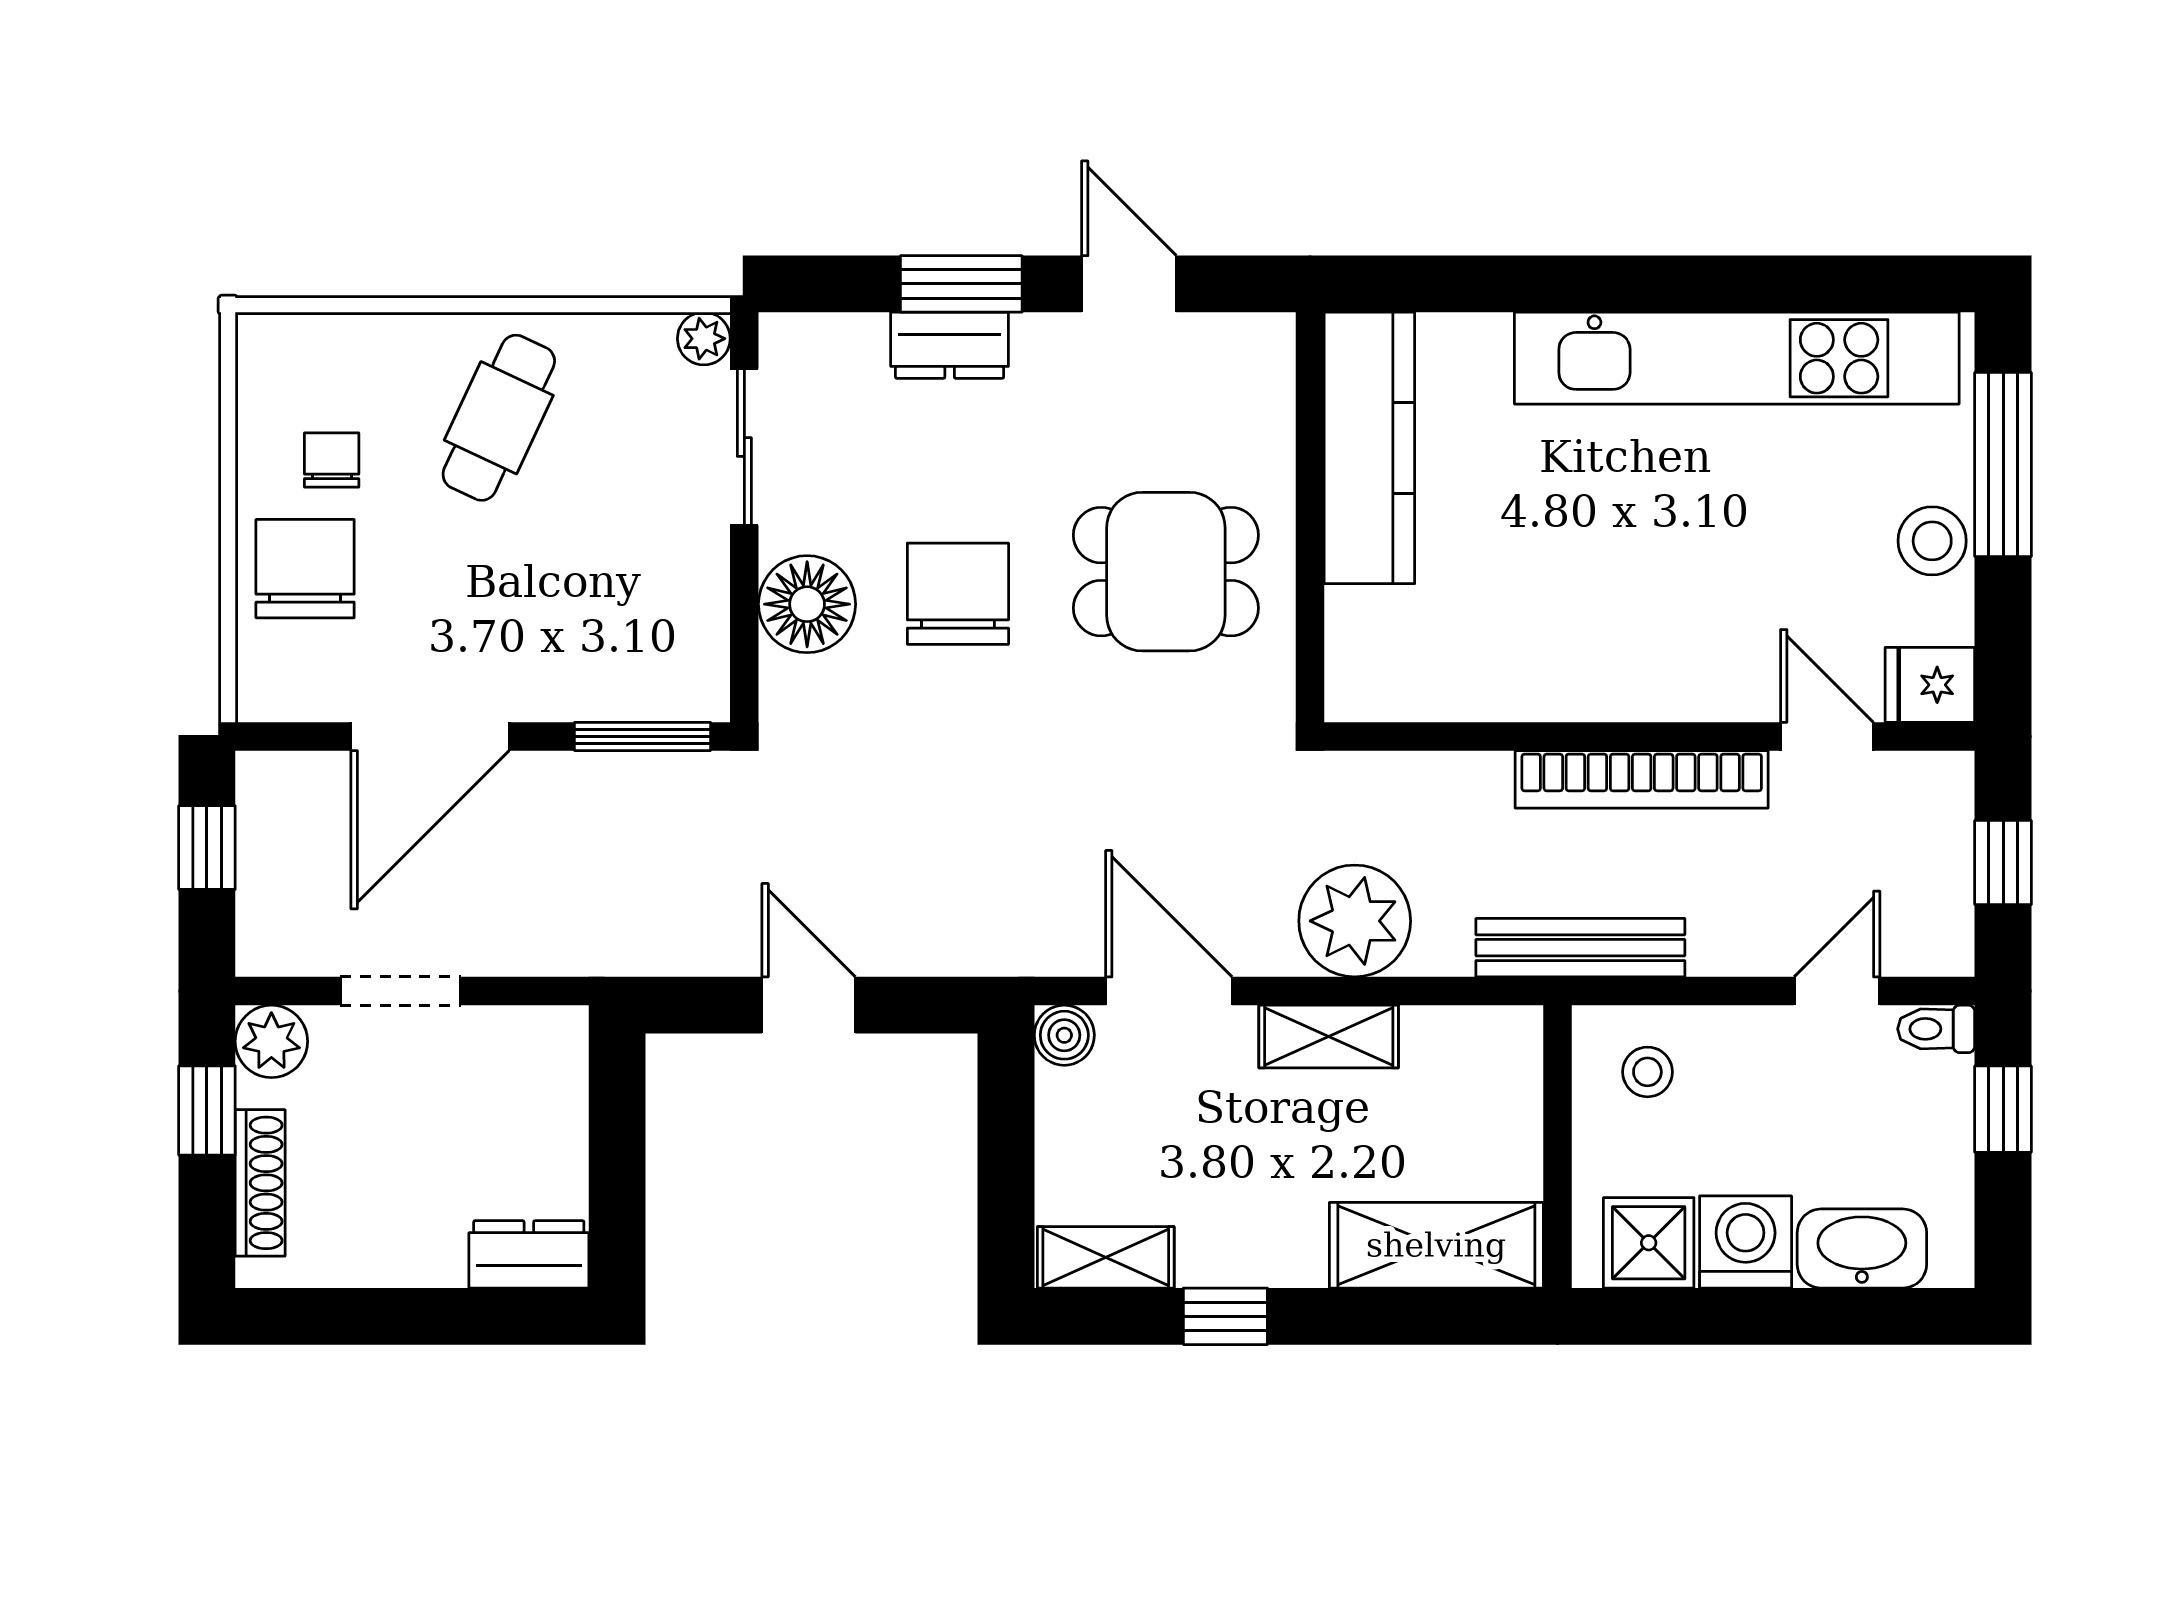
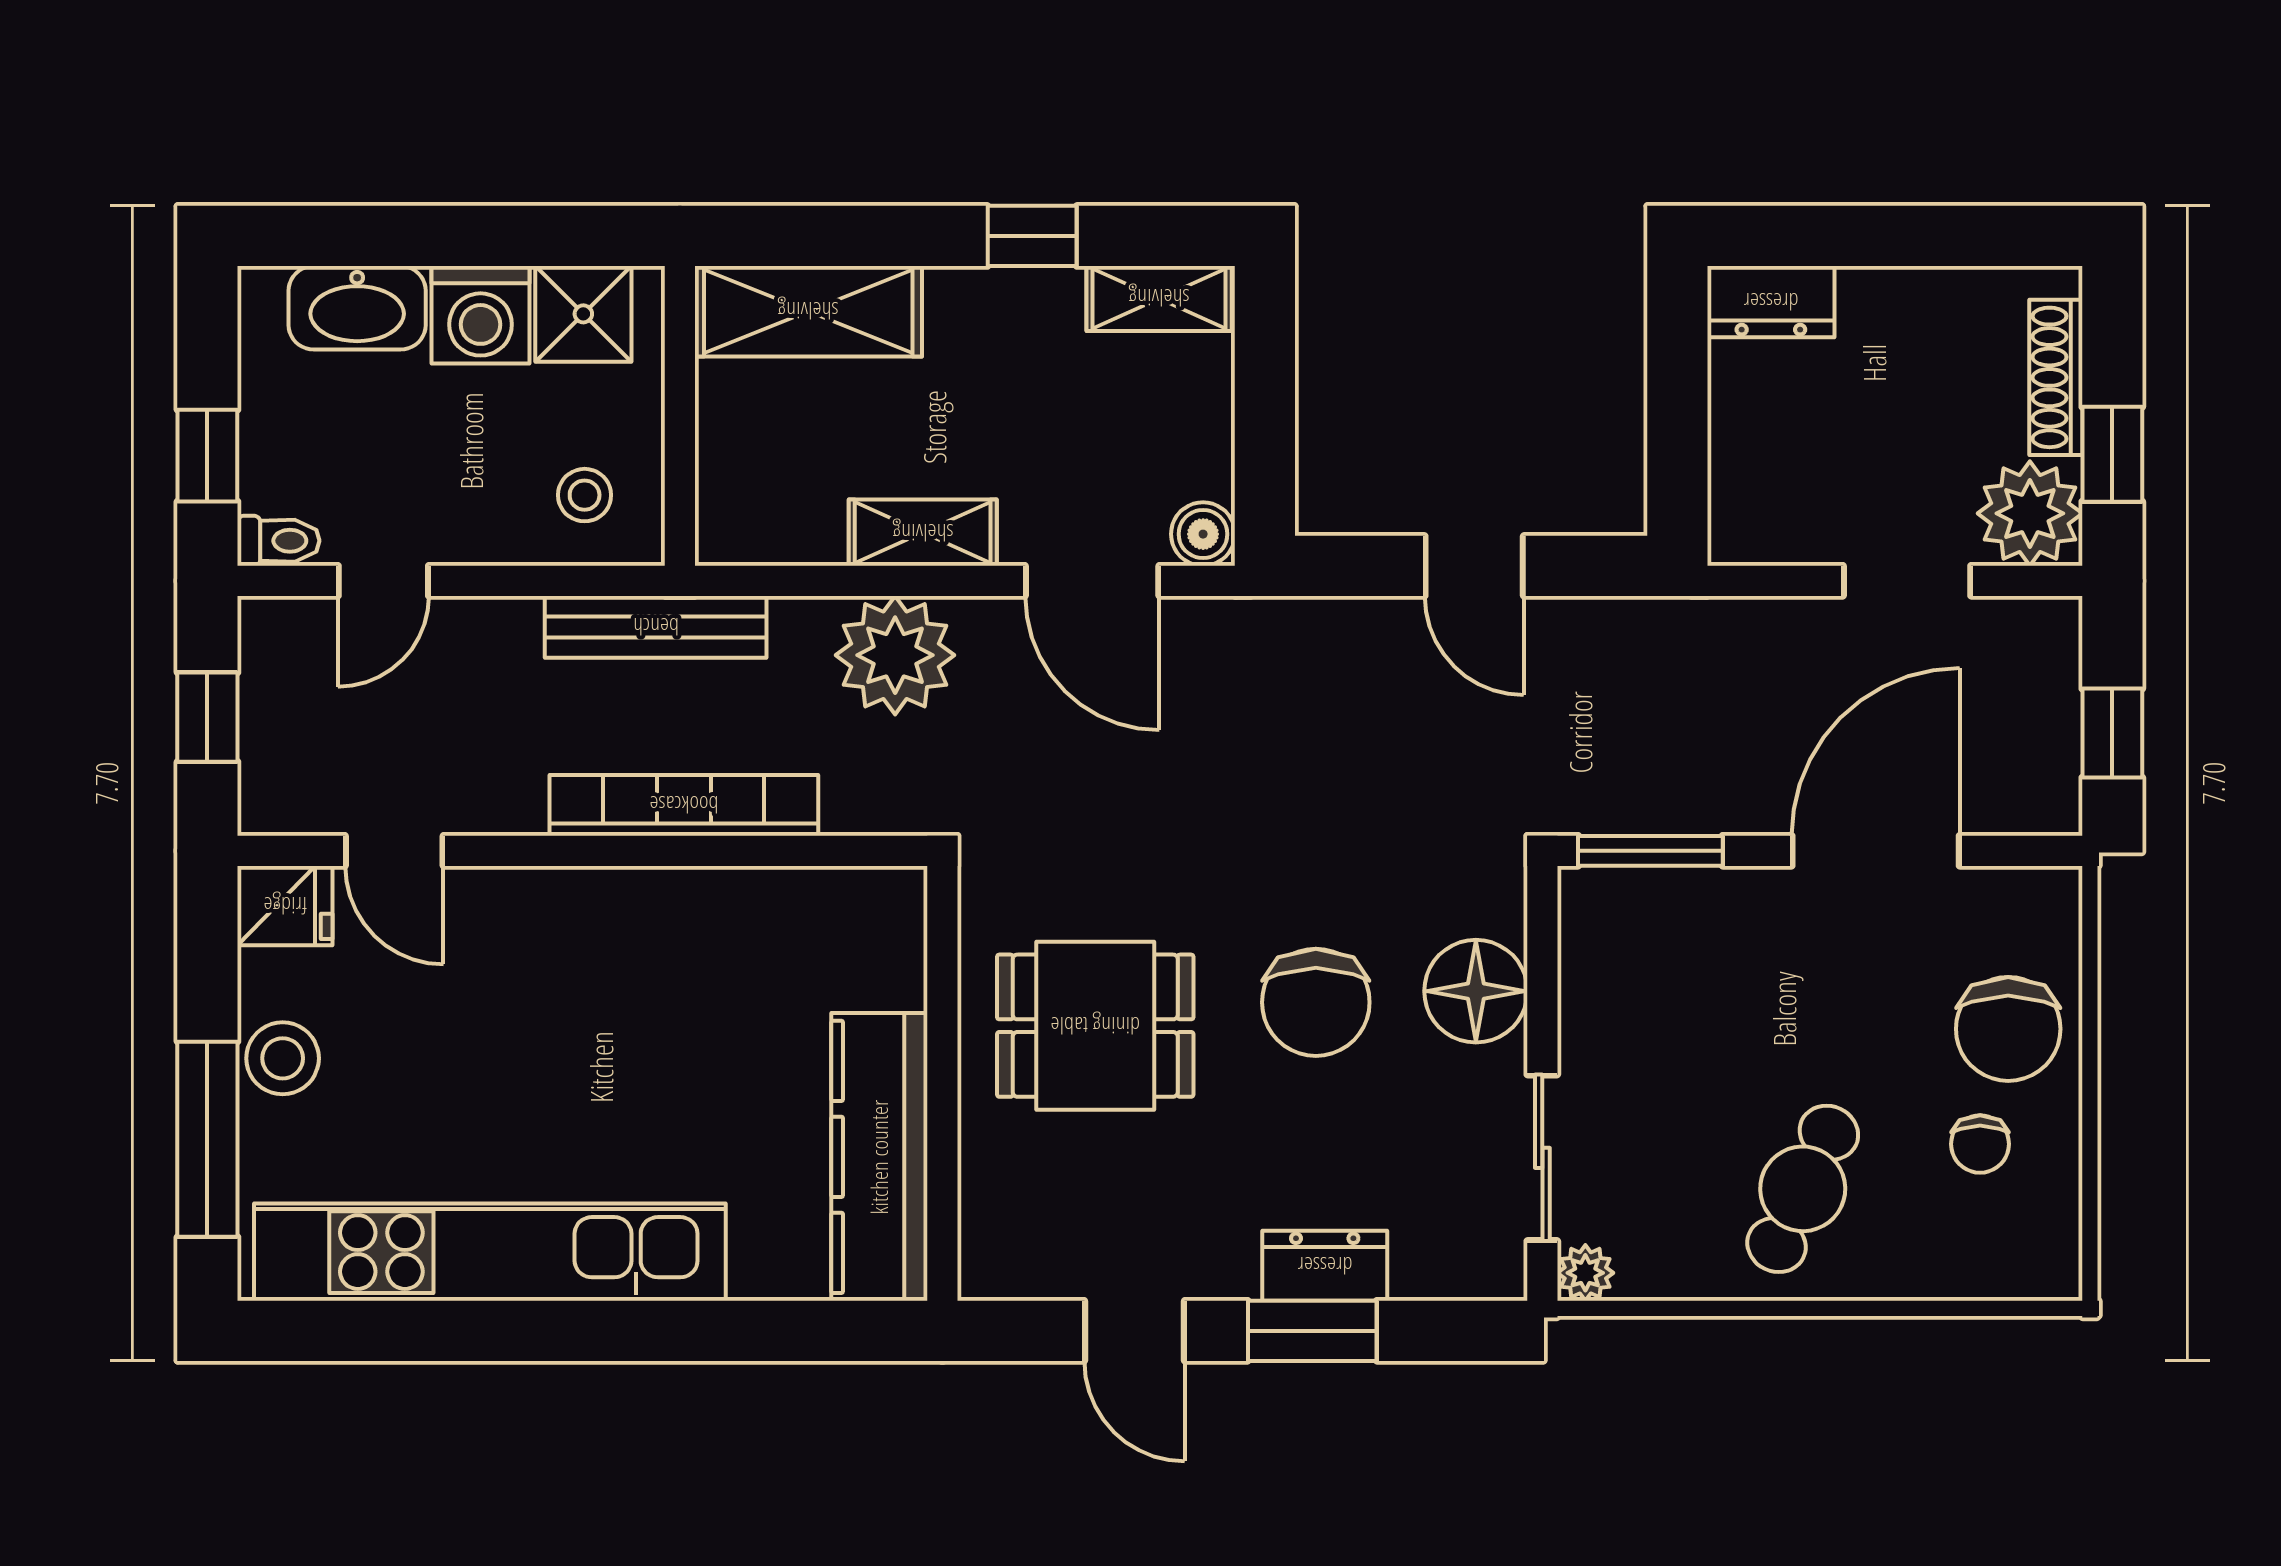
bookcase: (1642, 779) -> (684, 805), moved
plant: (271, 1041) -> (2030, 513), width x1.36, depth x1.36

